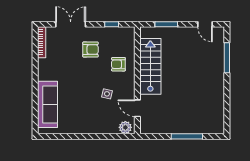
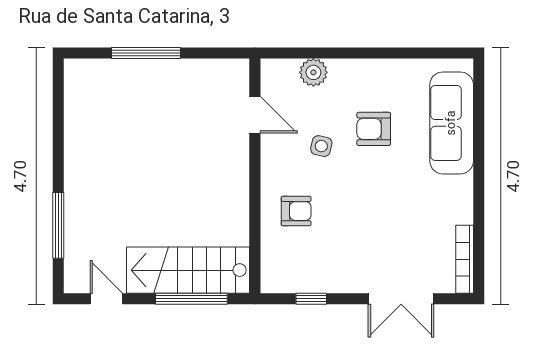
window: (166, 24) -> (191, 299), width x1.44
armchair: (90, 50) -> (374, 129), moved
stairs: (150, 66) -> (188, 270), moved, turned 90
plant: (125, 127) -> (313, 72), moved

